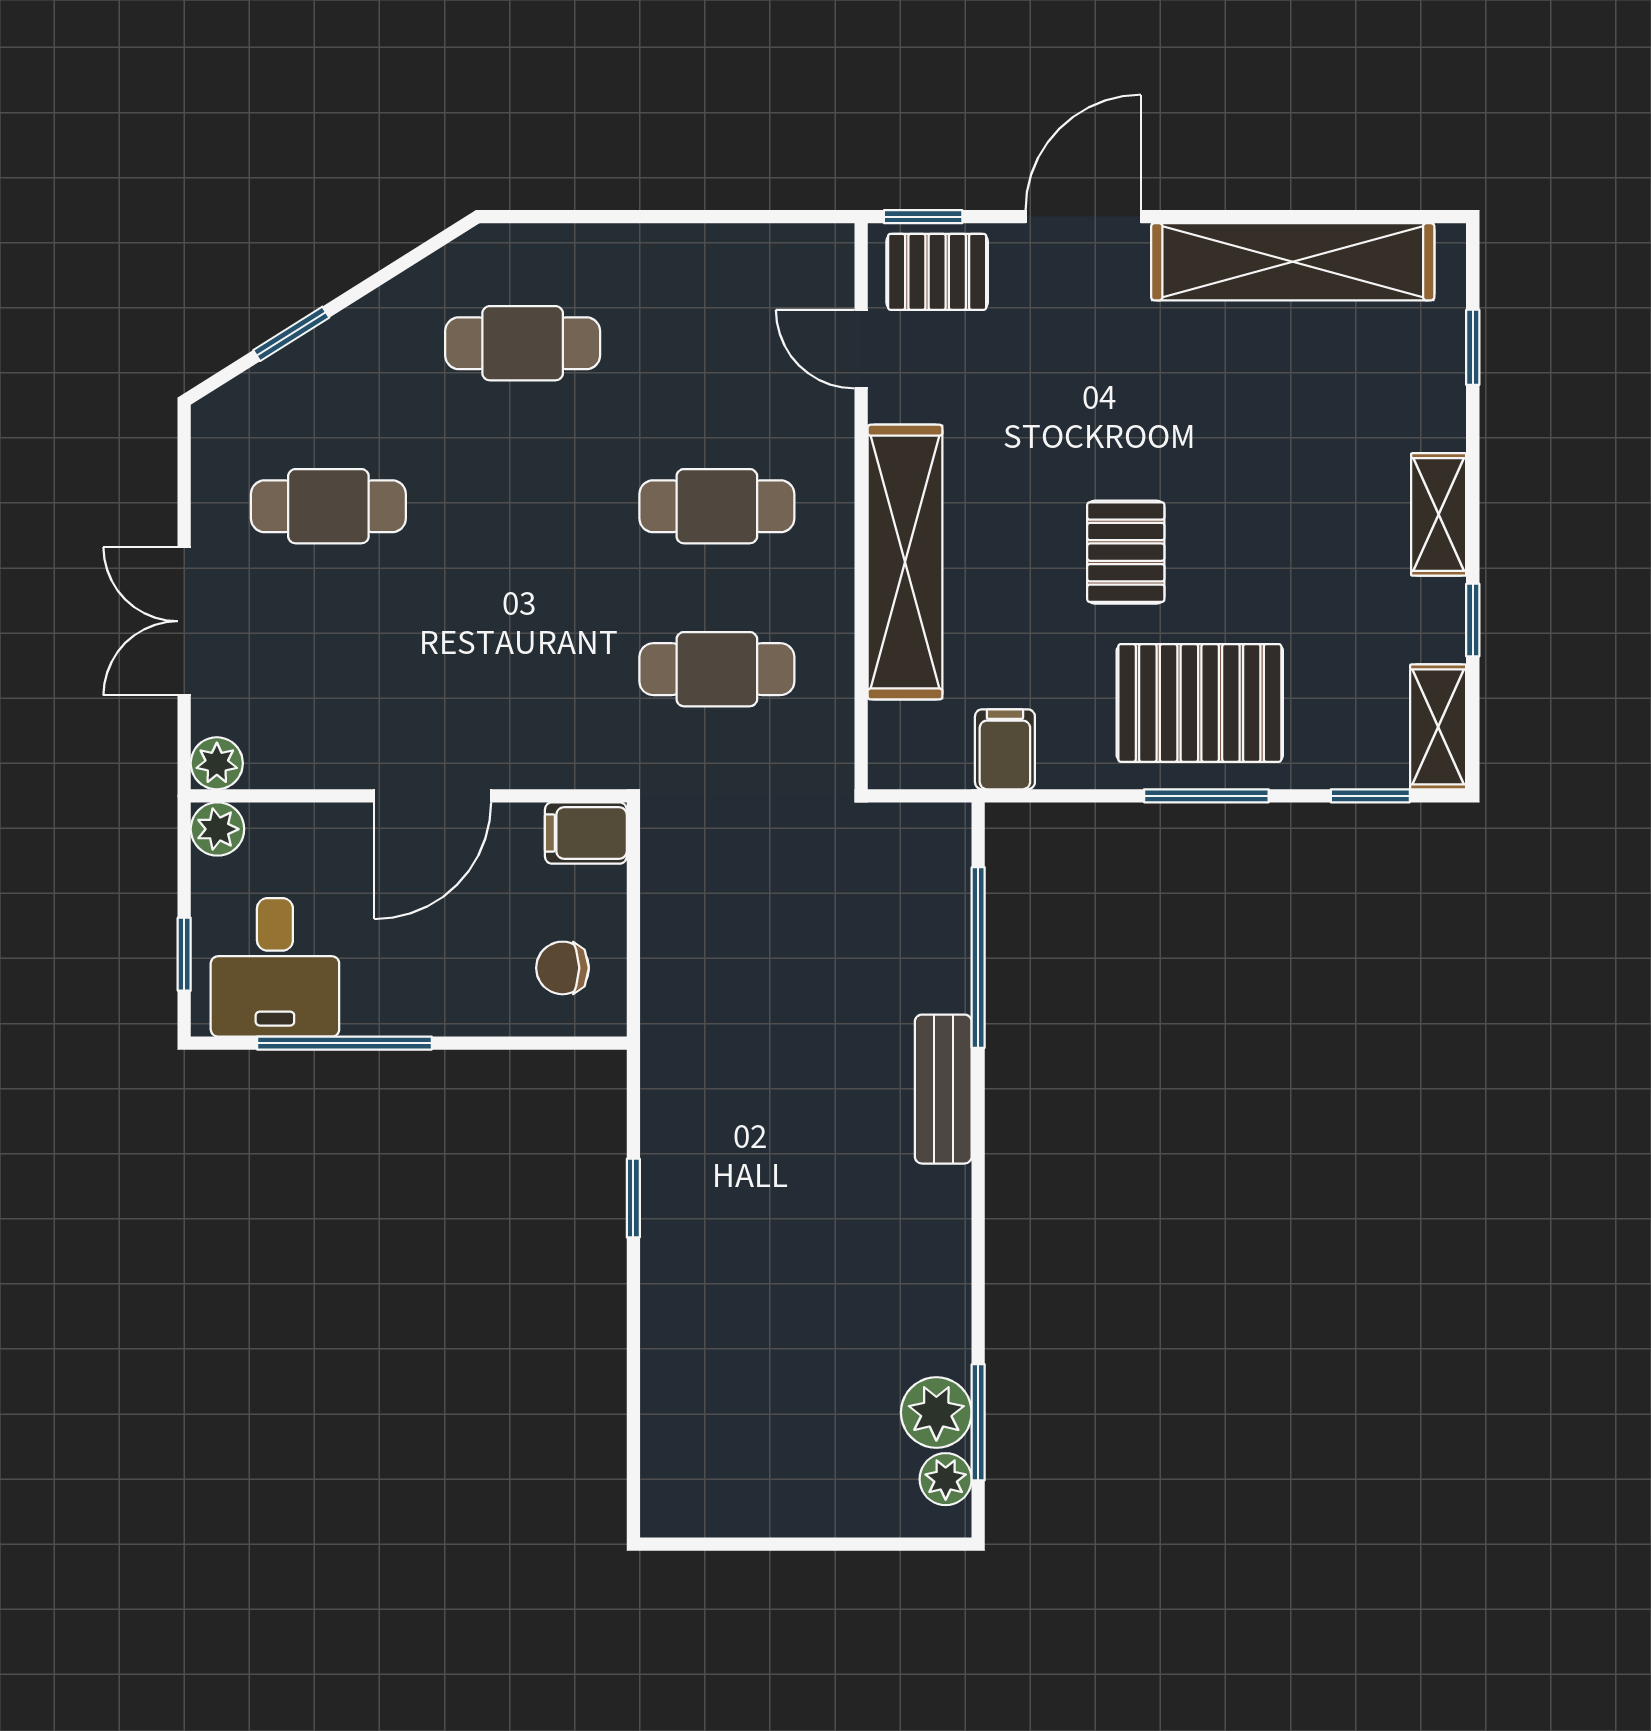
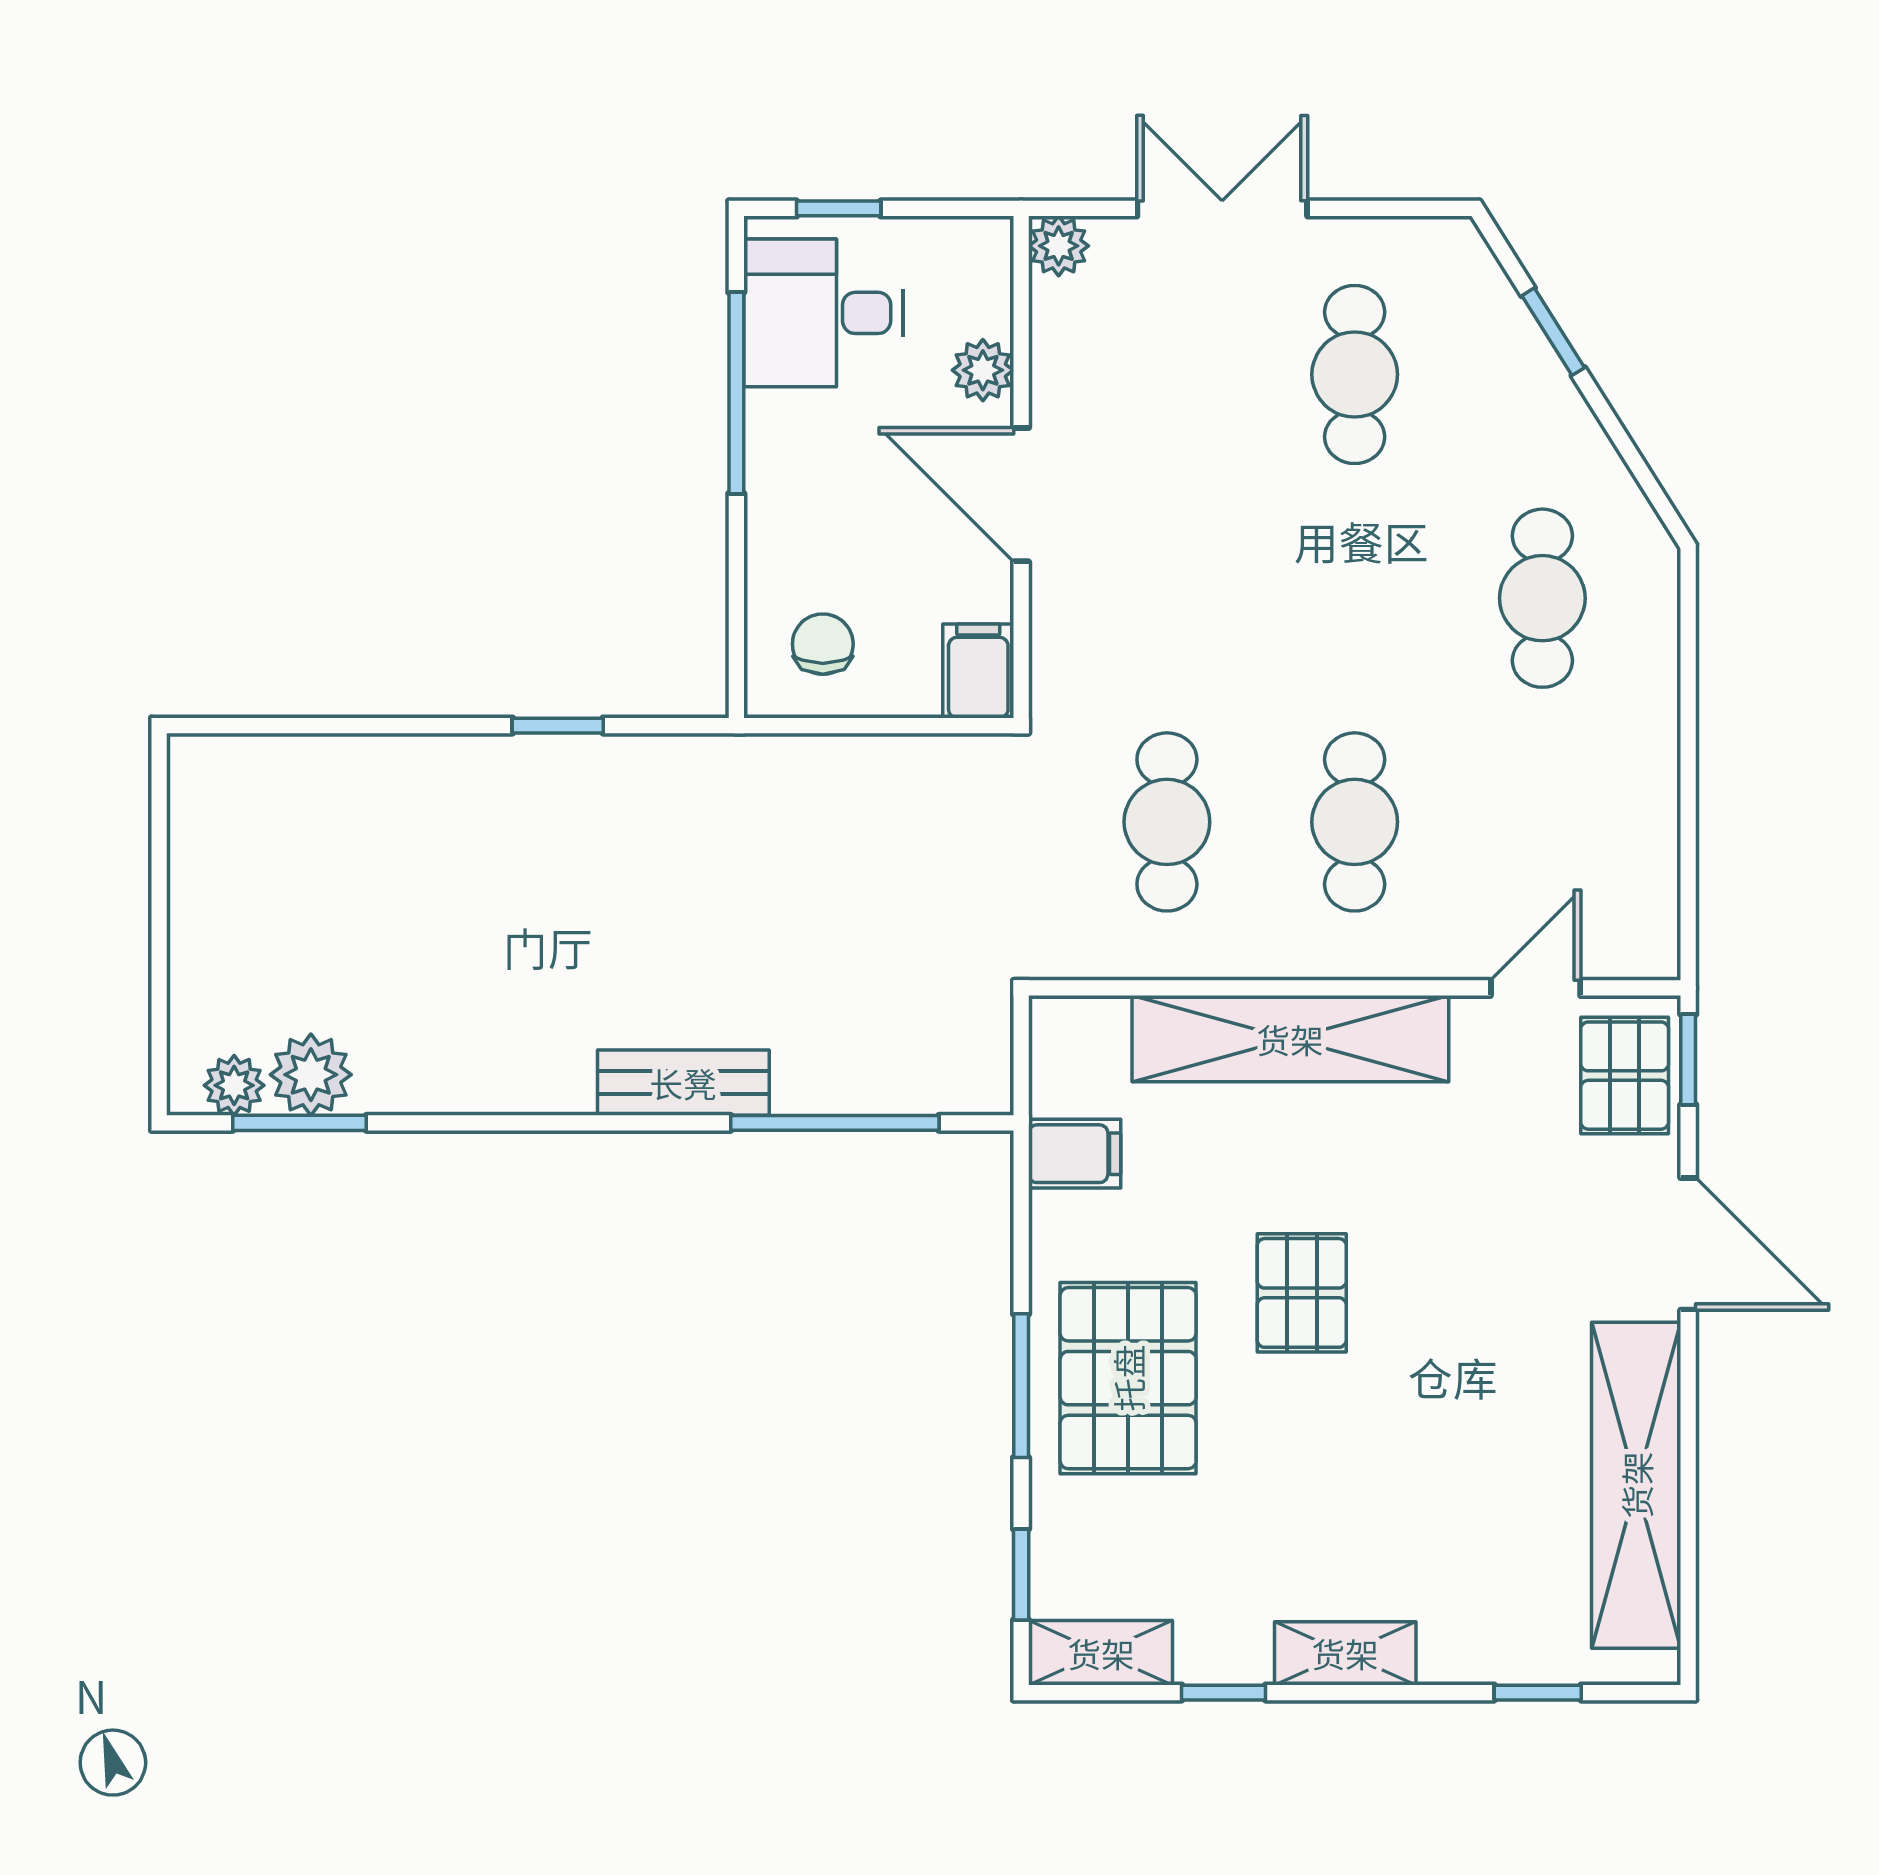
pallet: (1126, 552) -> (1302, 1293), turned 90
plant: (217, 829) -> (983, 370), moved

